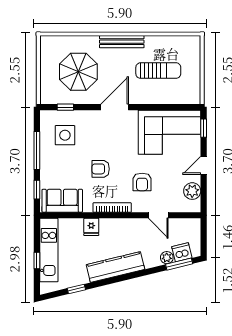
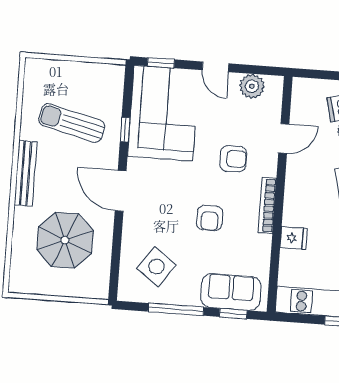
sun lounger: (158, 71) -> (72, 123), turned -76
window: (65, 107) -> (125, 130), moved
side table: (65, 135) -> (156, 267), turned 36
sofa: (62, 201) -> (231, 292), moved, turned 90

